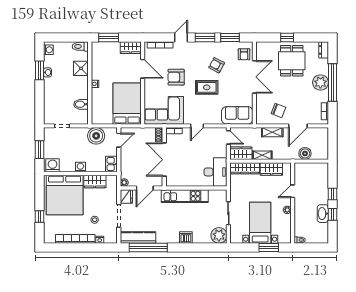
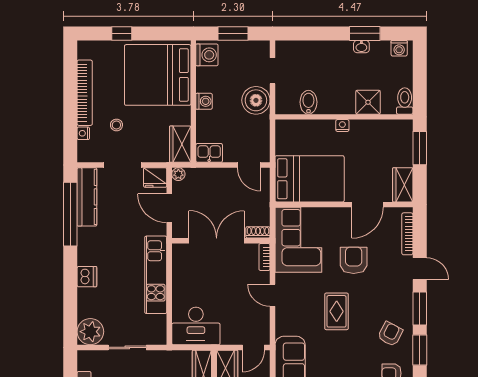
armchair: (217, 65) -> (390, 334), moved
boiler: (96, 136) -> (256, 100), moved
wardrobe: (95, 181) -> (180, 144), moved

